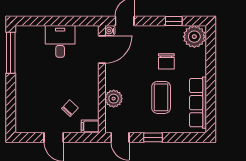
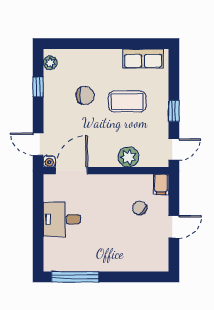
plant: (194, 37) -> (50, 63), width x0.53, depth x0.53
door: (102, 50) -> (71, 171), hinge flipped
row of seats: (198, 103) -> (143, 59), width x0.68

